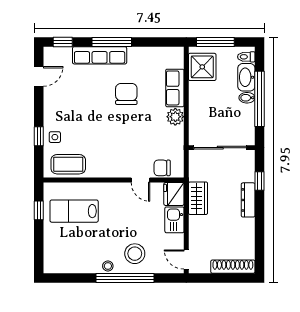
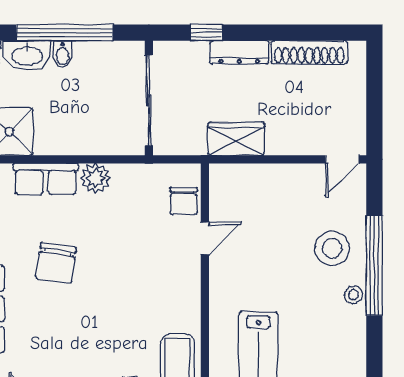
chair: (126, 94) -> (56, 263), turned -81
fridge: (174, 194) -> (229, 181), removed
kitchen sink: (174, 220) -> (274, 180), removed
shoe rack: (233, 267) -> (309, 52), moved, turned -90

